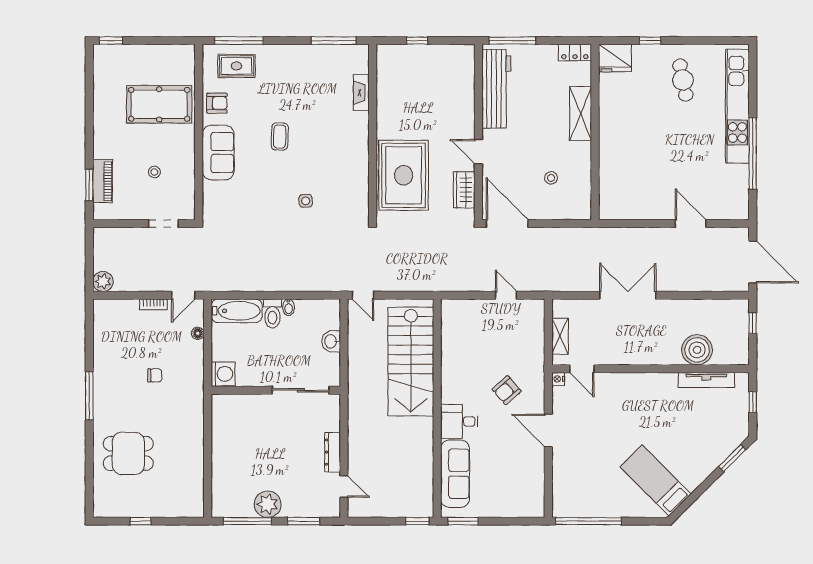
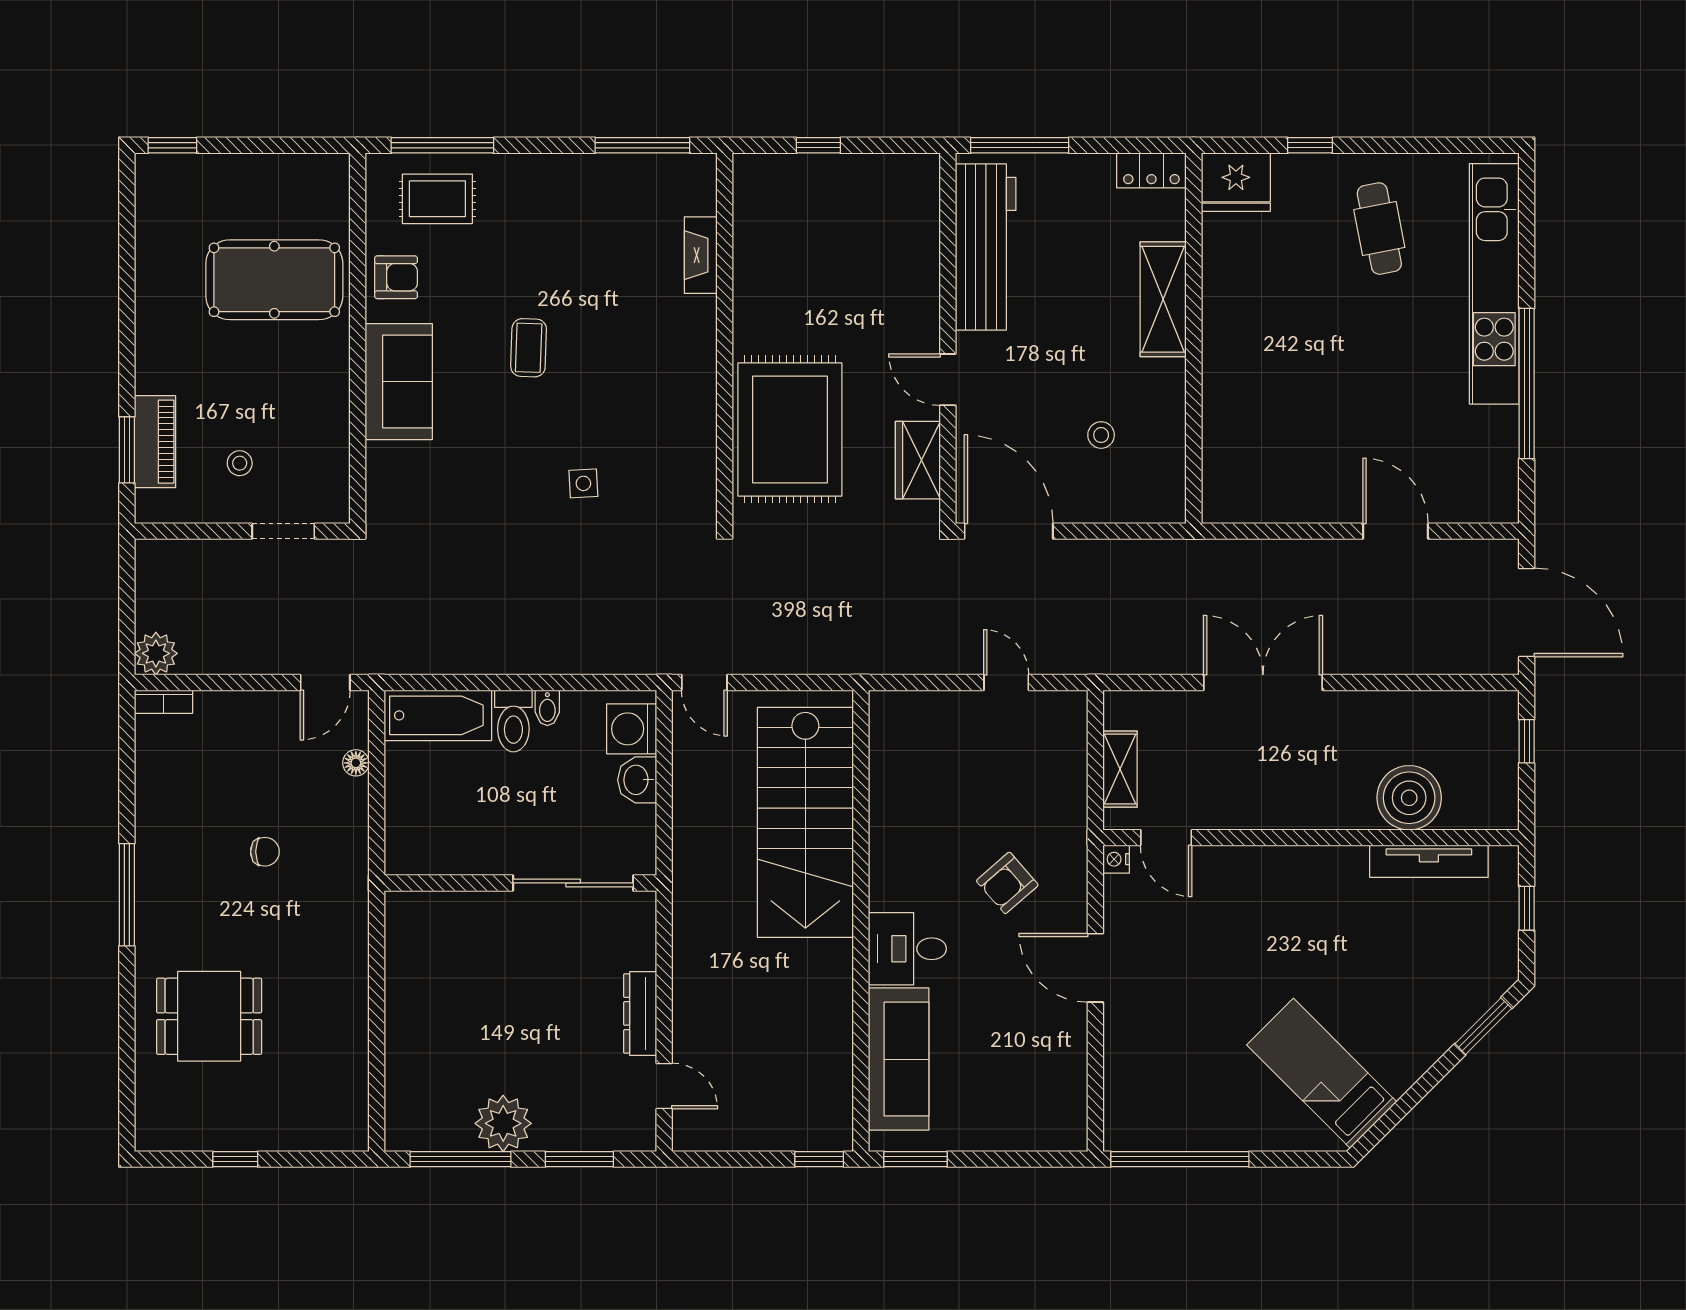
stool: (154, 172) -> (240, 463), moved
bookcase: (153, 304) -> (164, 702), moved
washing machine: (223, 374) -> (632, 729), moved, turned 180

